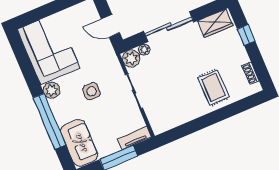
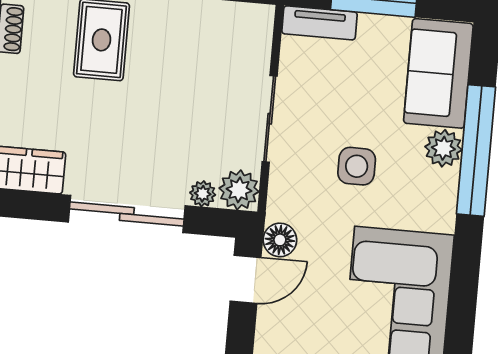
door: (111, 26) -> (246, 279), hinge flipped
floor lamp: (106, 48) -> (280, 240), added
plant: (51, 90) -> (443, 148), moved

